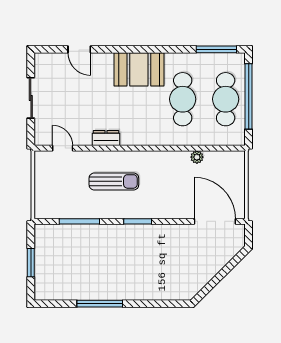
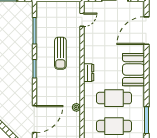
door: (79, 49) -> (147, 31), width x1.88
dresser: (106, 138) -> (89, 73), moved

